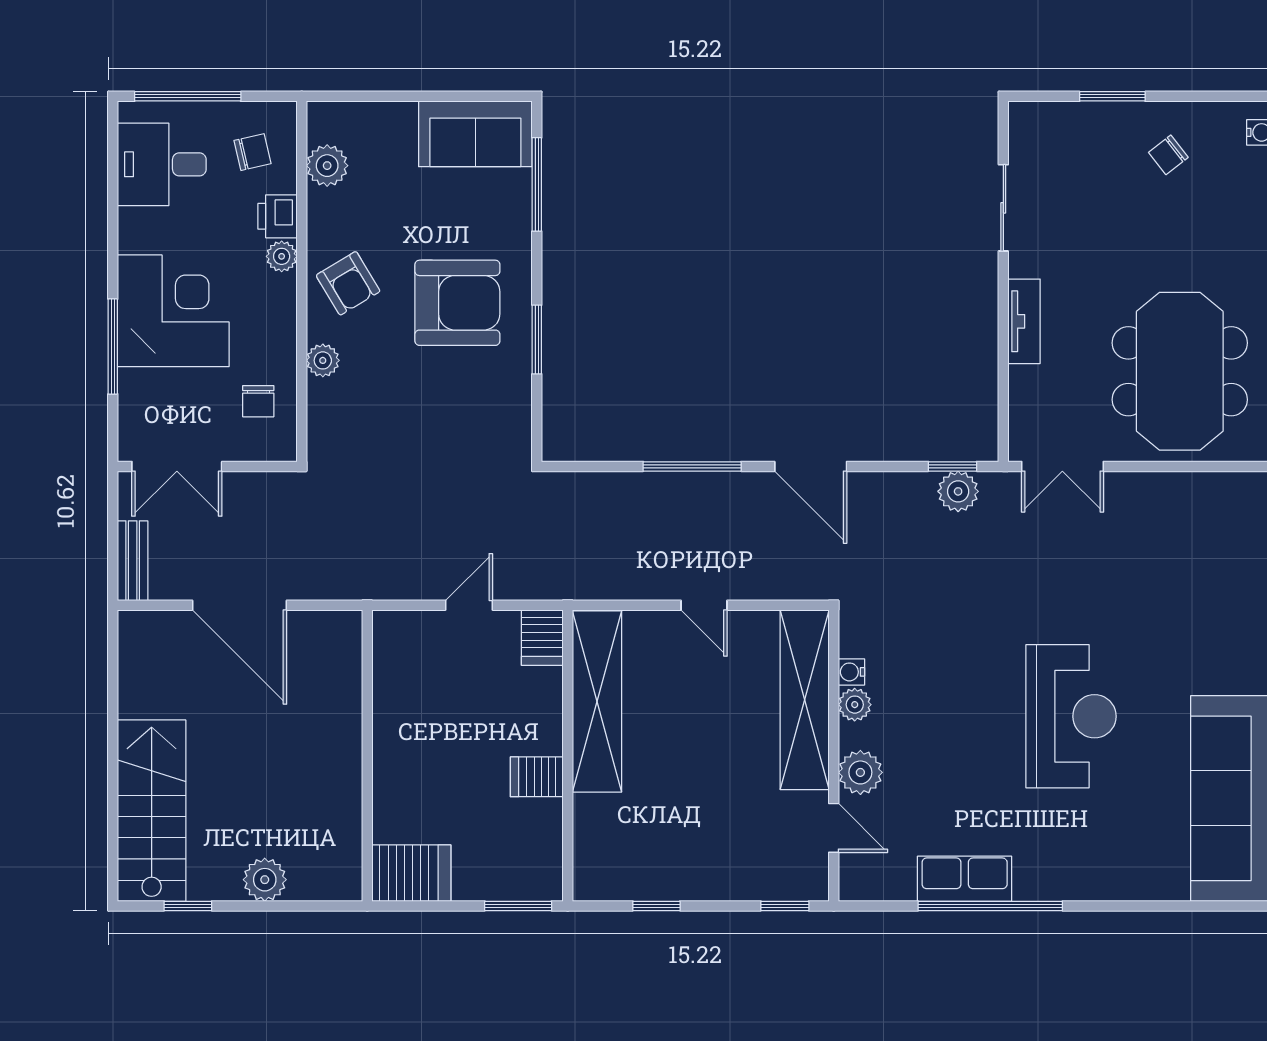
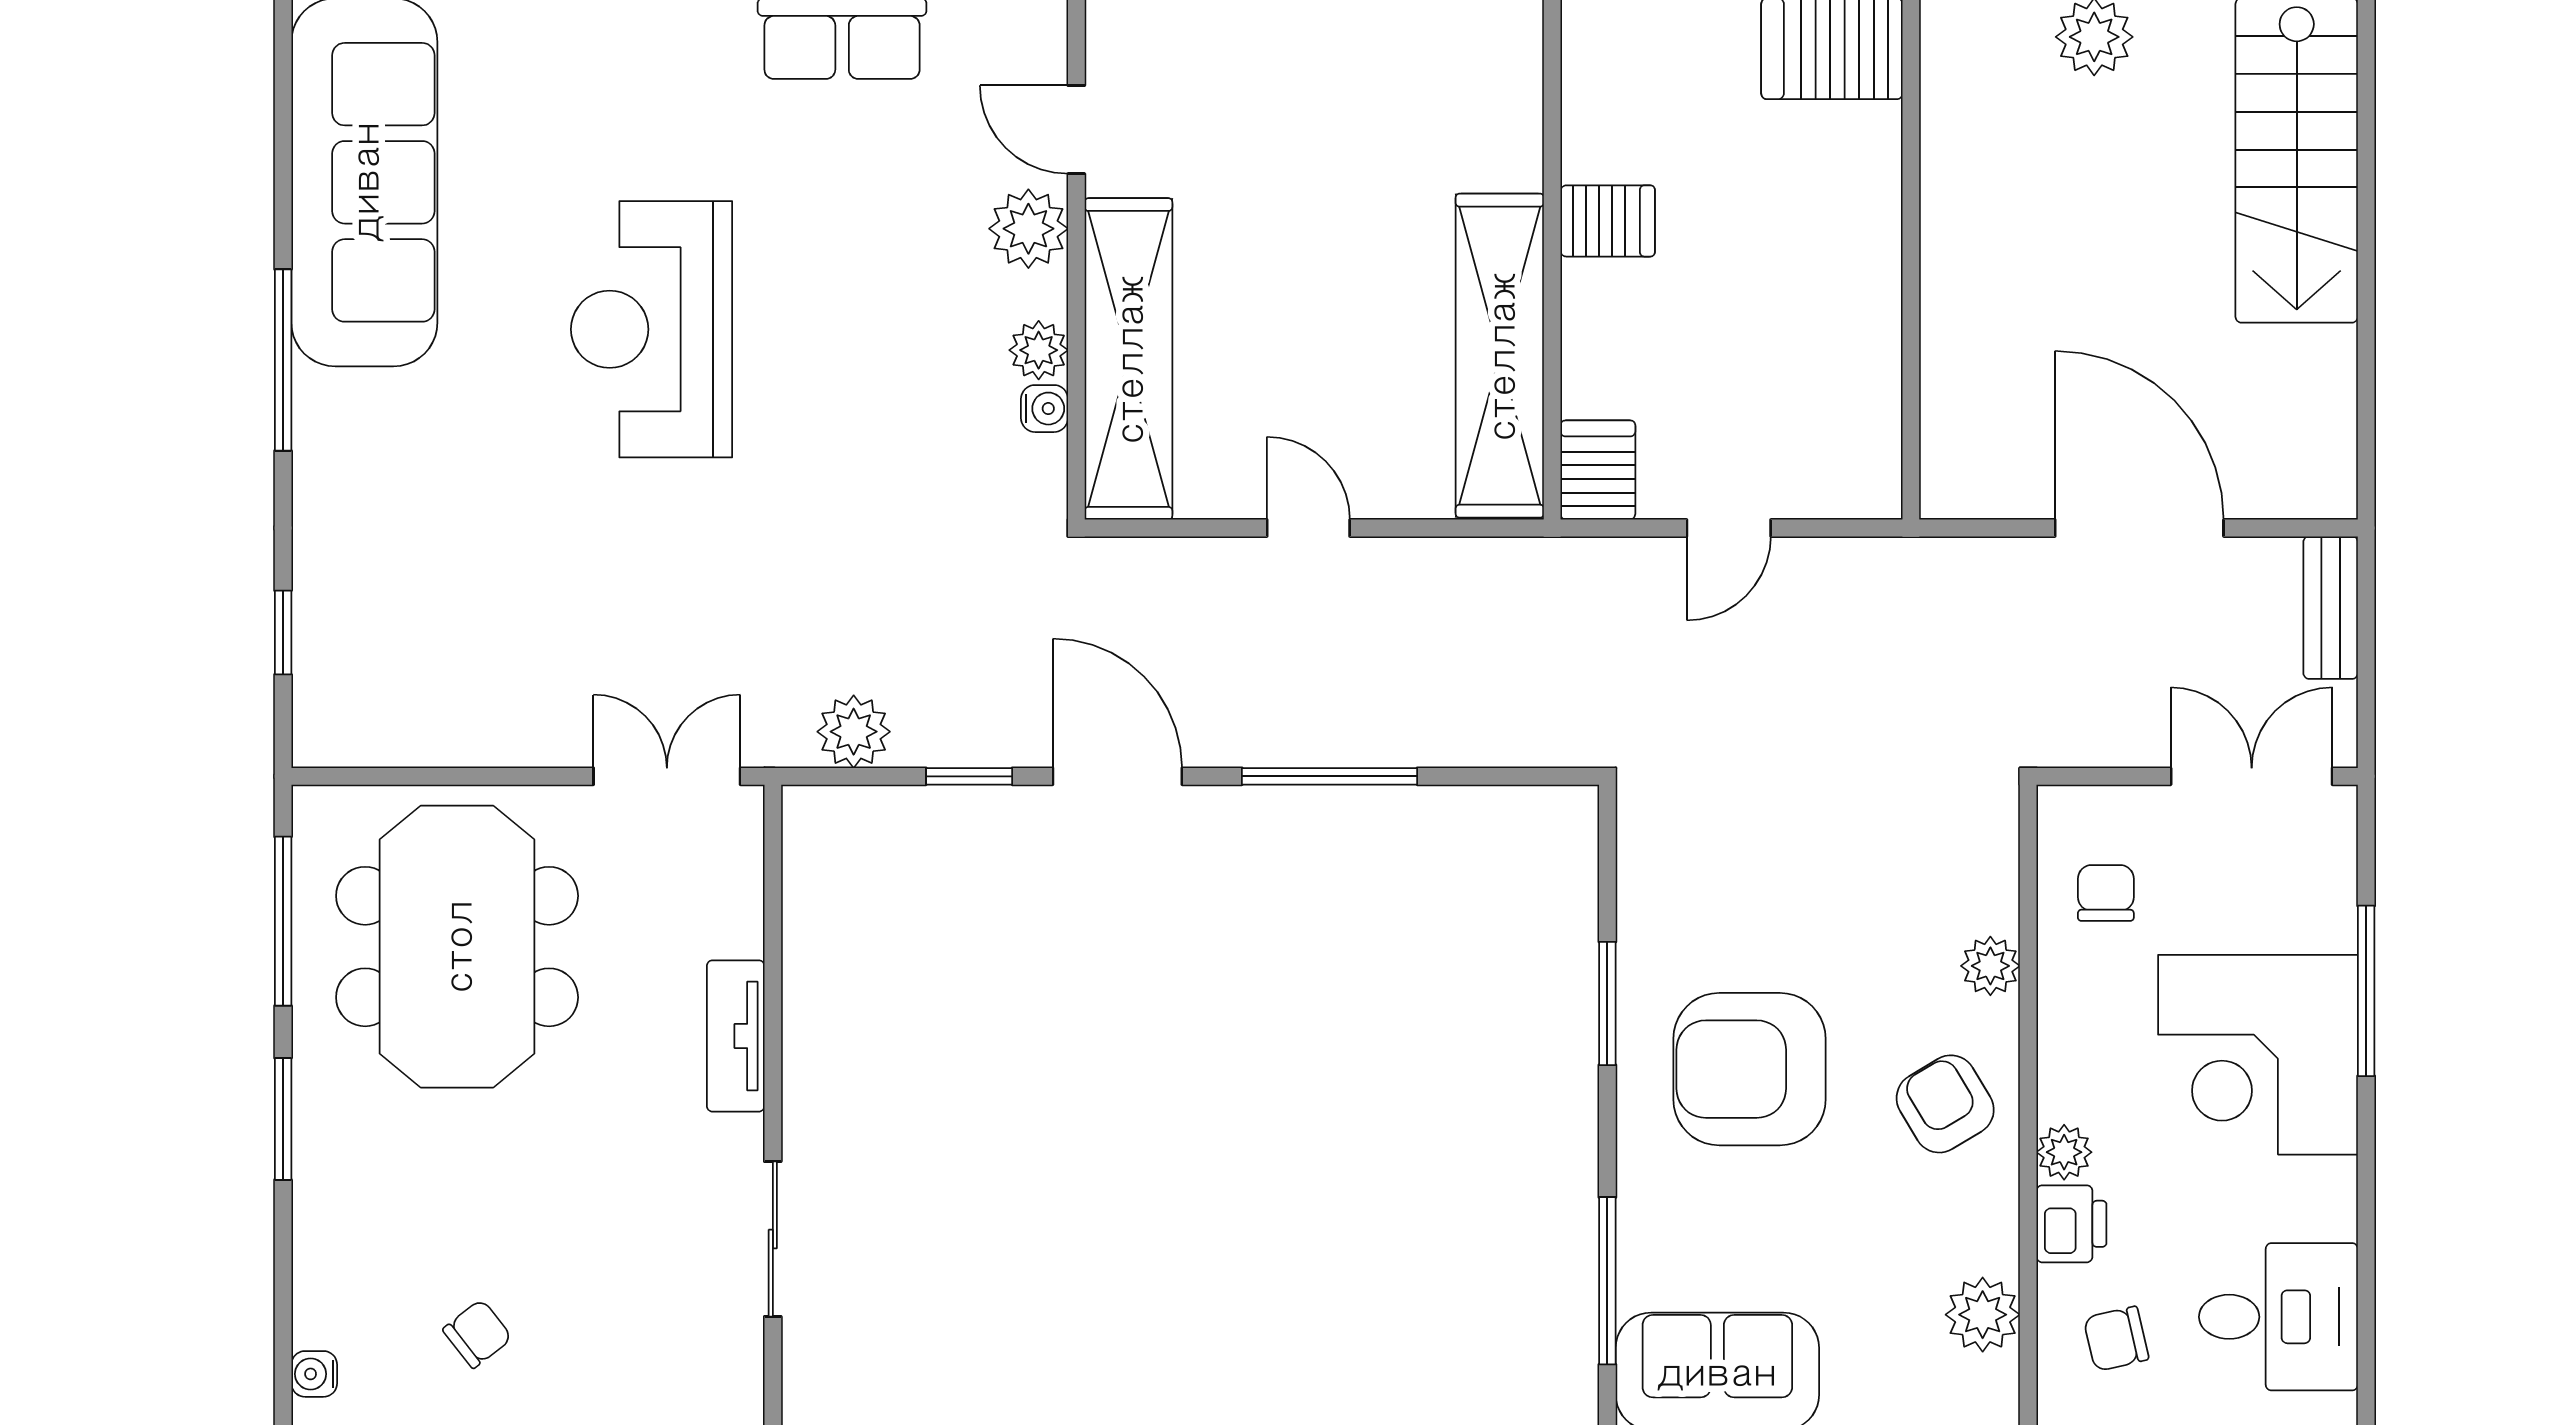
window: (953, 466) -> (969, 776), moved

